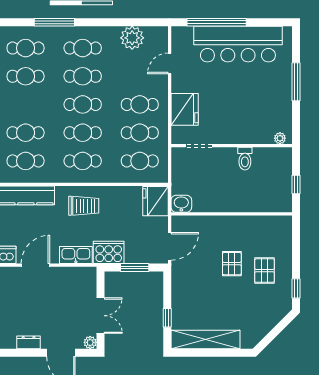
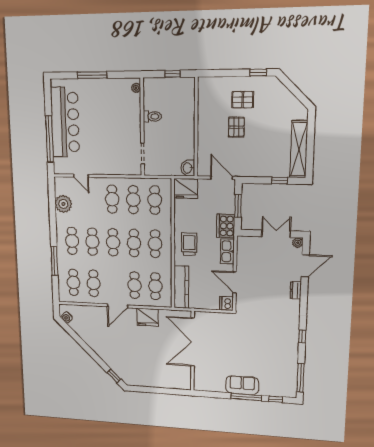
fridge: (185, 109) -> (115, 164), removed
pallet: (232, 264) -> (236, 127), turned 90

